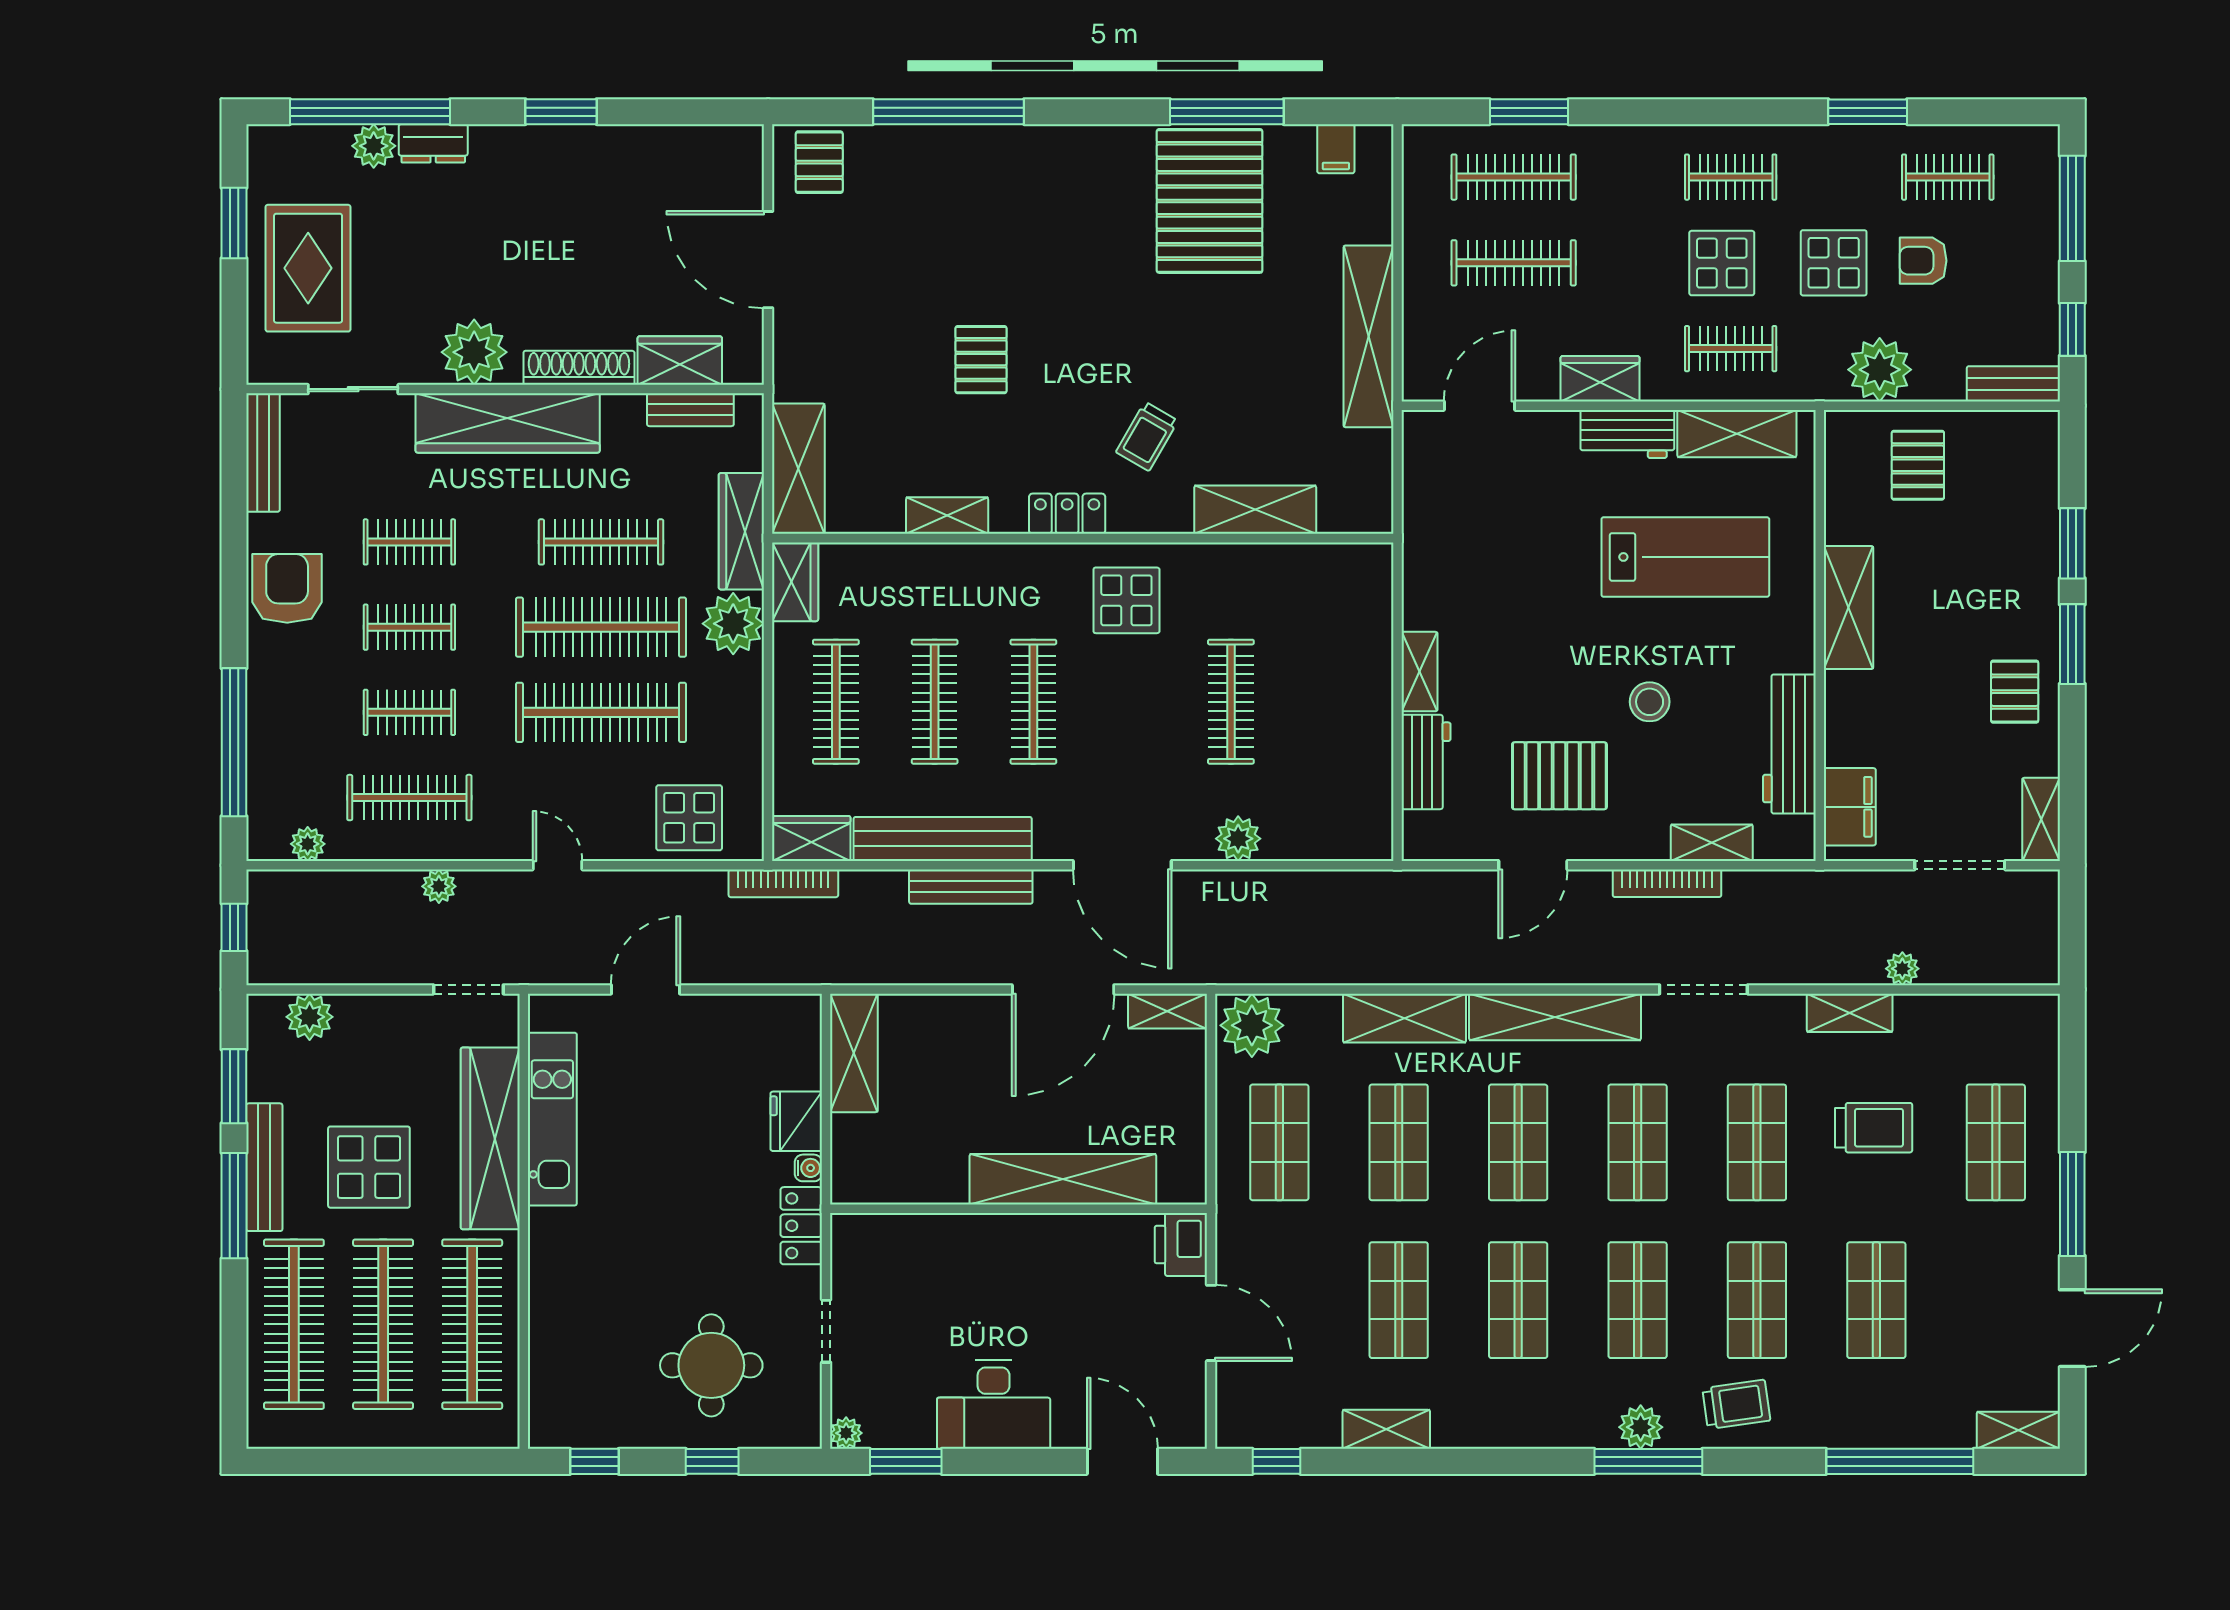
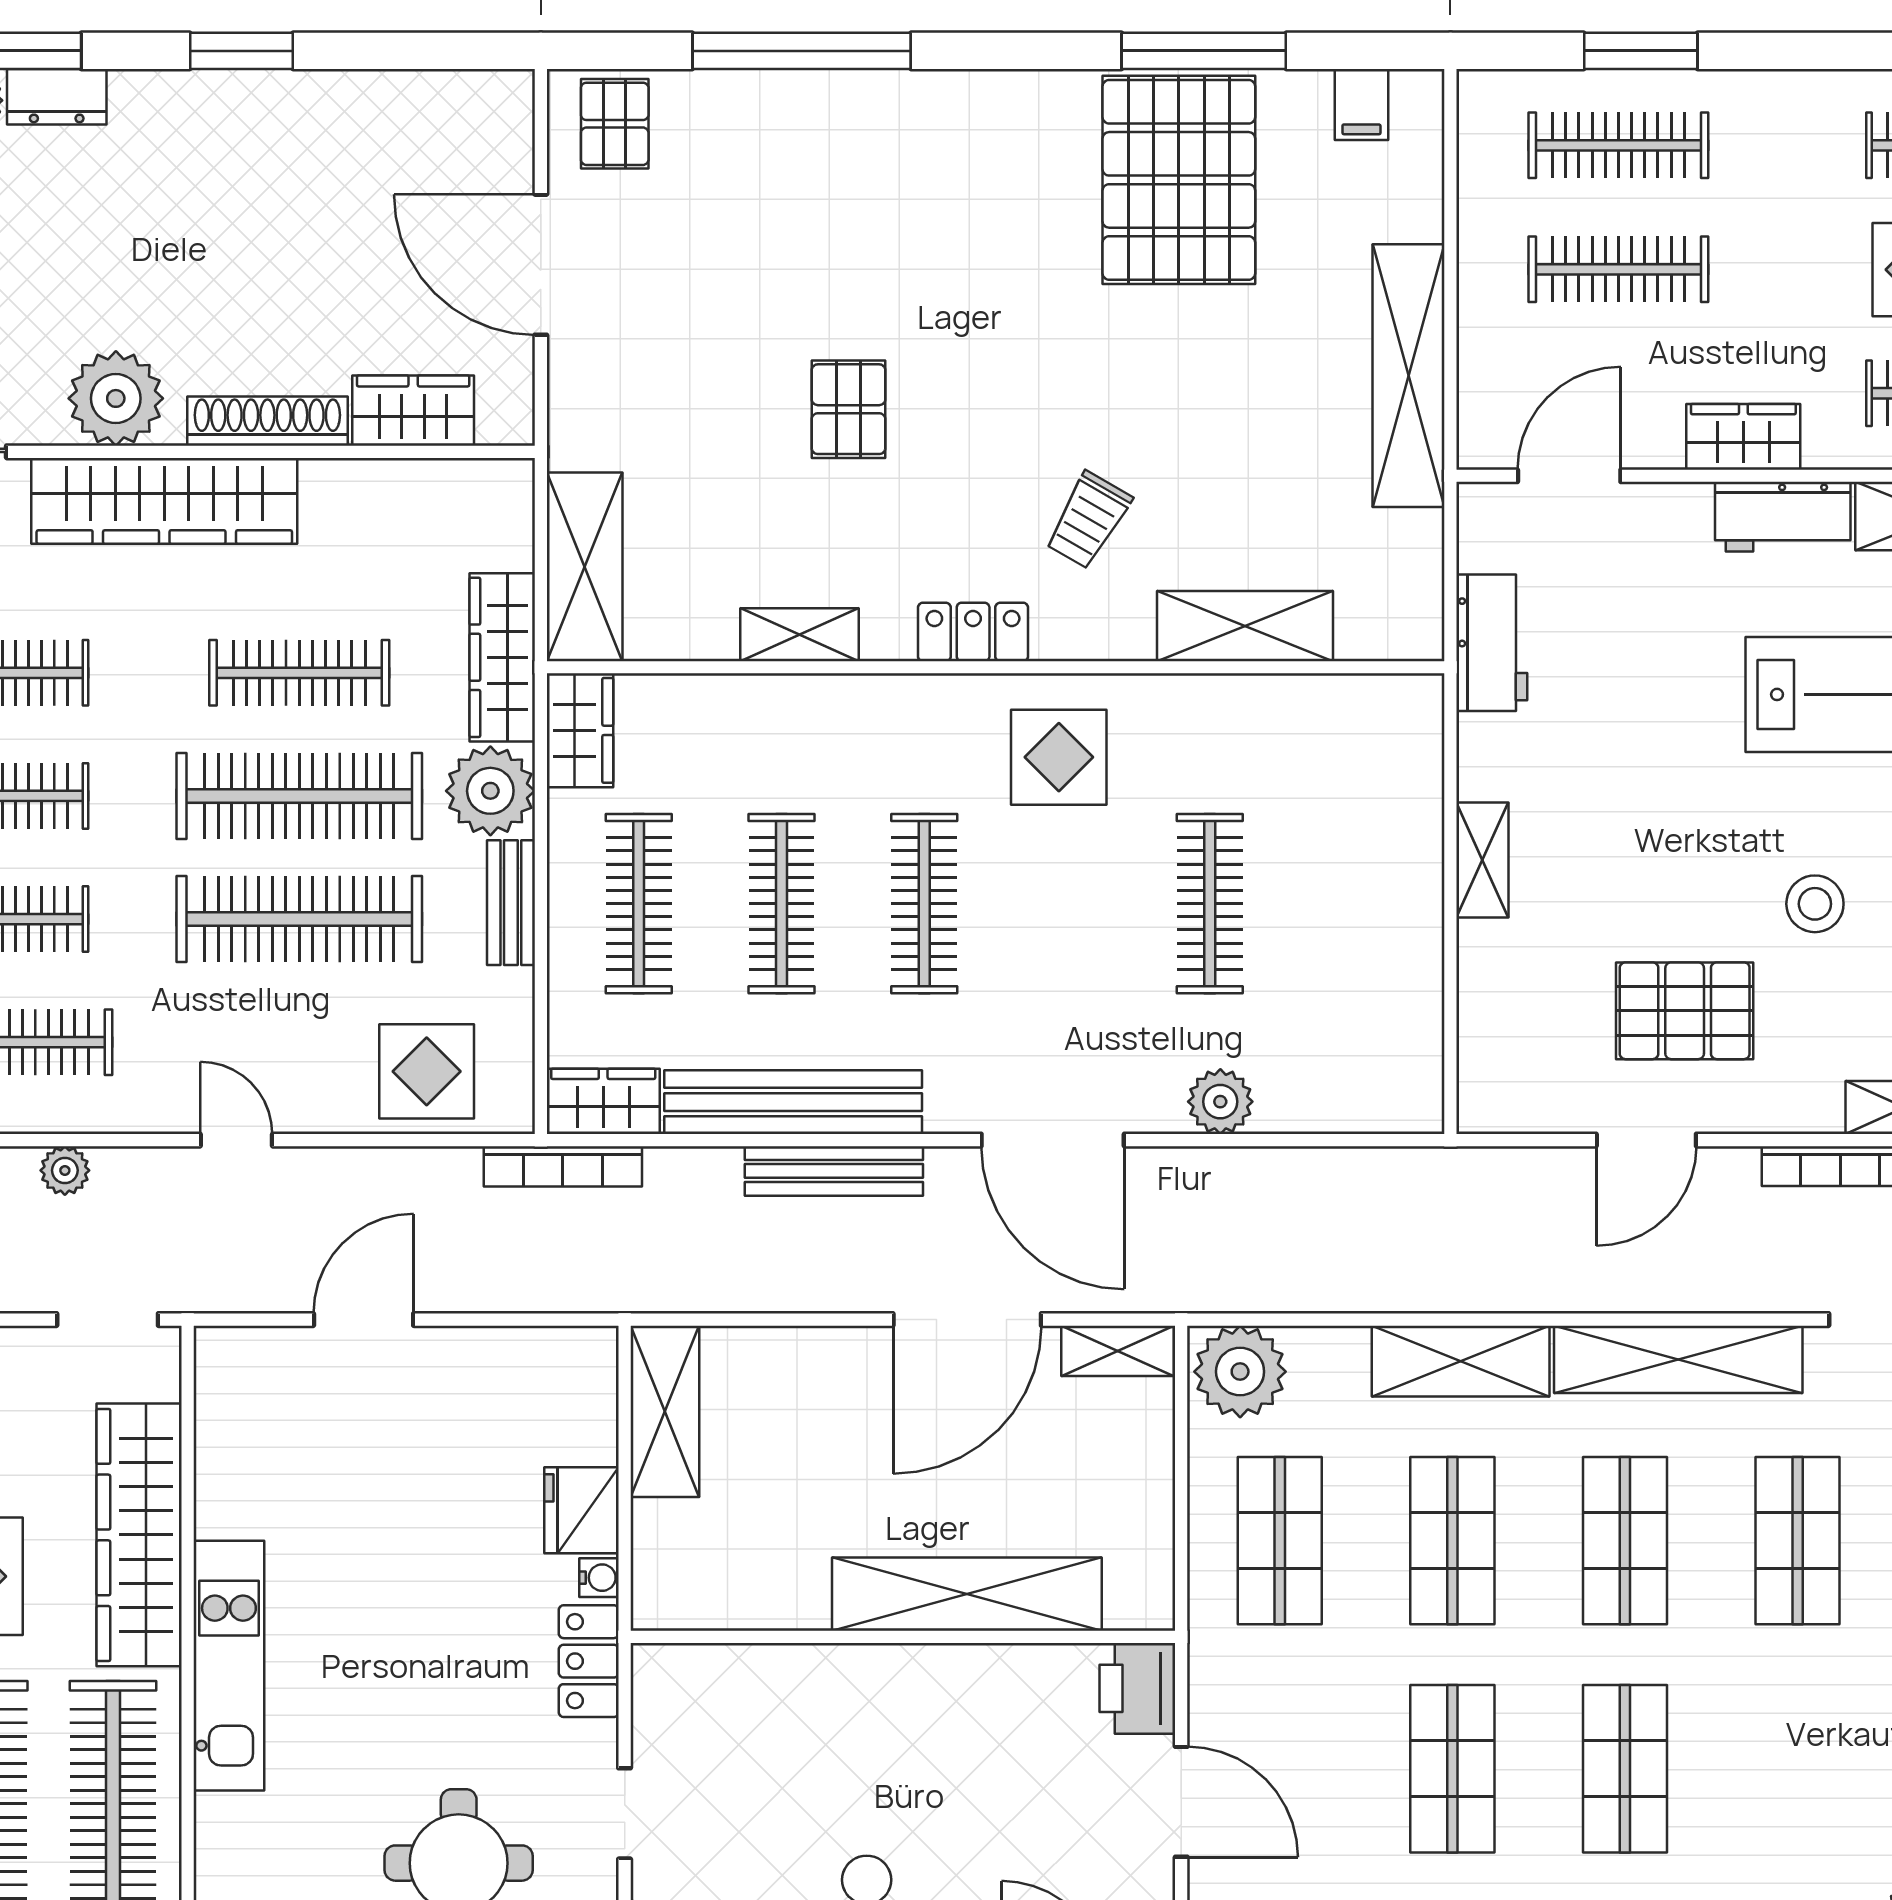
bench: (690, 410) -> (511, 903), moved, turned 90
workbench: (1426, 762) -> (1492, 643), moved
kitchen unit: (552, 1119) -> (229, 1666), moved
shop shelf: (1638, 1300) -> (1798, 1769), removed

